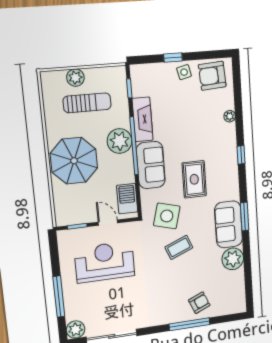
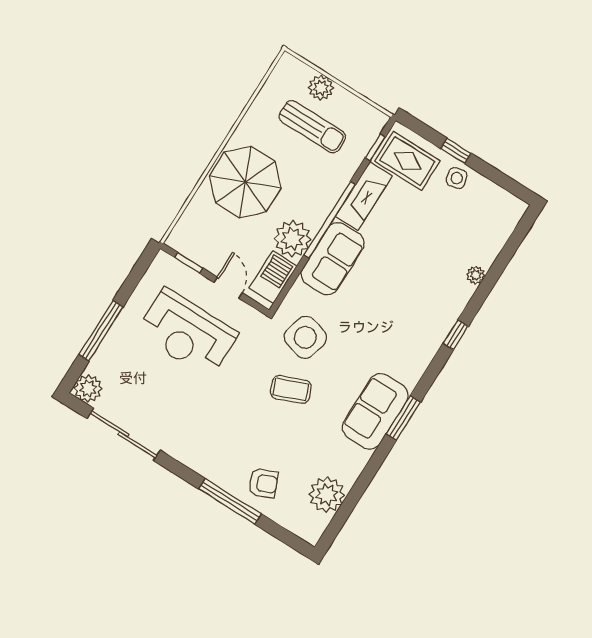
armchair: (212, 76) -> (489, 209), removed
plant: (120, 141) -> (292, 239), moved
rug: (194, 179) -> (408, 161), moved, turned 90
plant: (233, 259) -> (327, 495), moved
reception desk: (105, 262) -> (187, 333), turned 180

